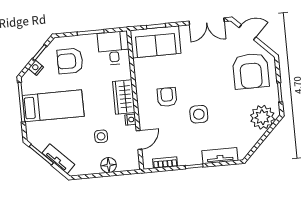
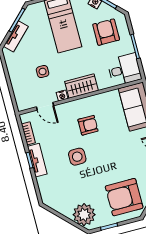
tv unit: (220, 156) -> (37, 160), moved
floor lamp: (109, 165) -> (18, 83), removed

